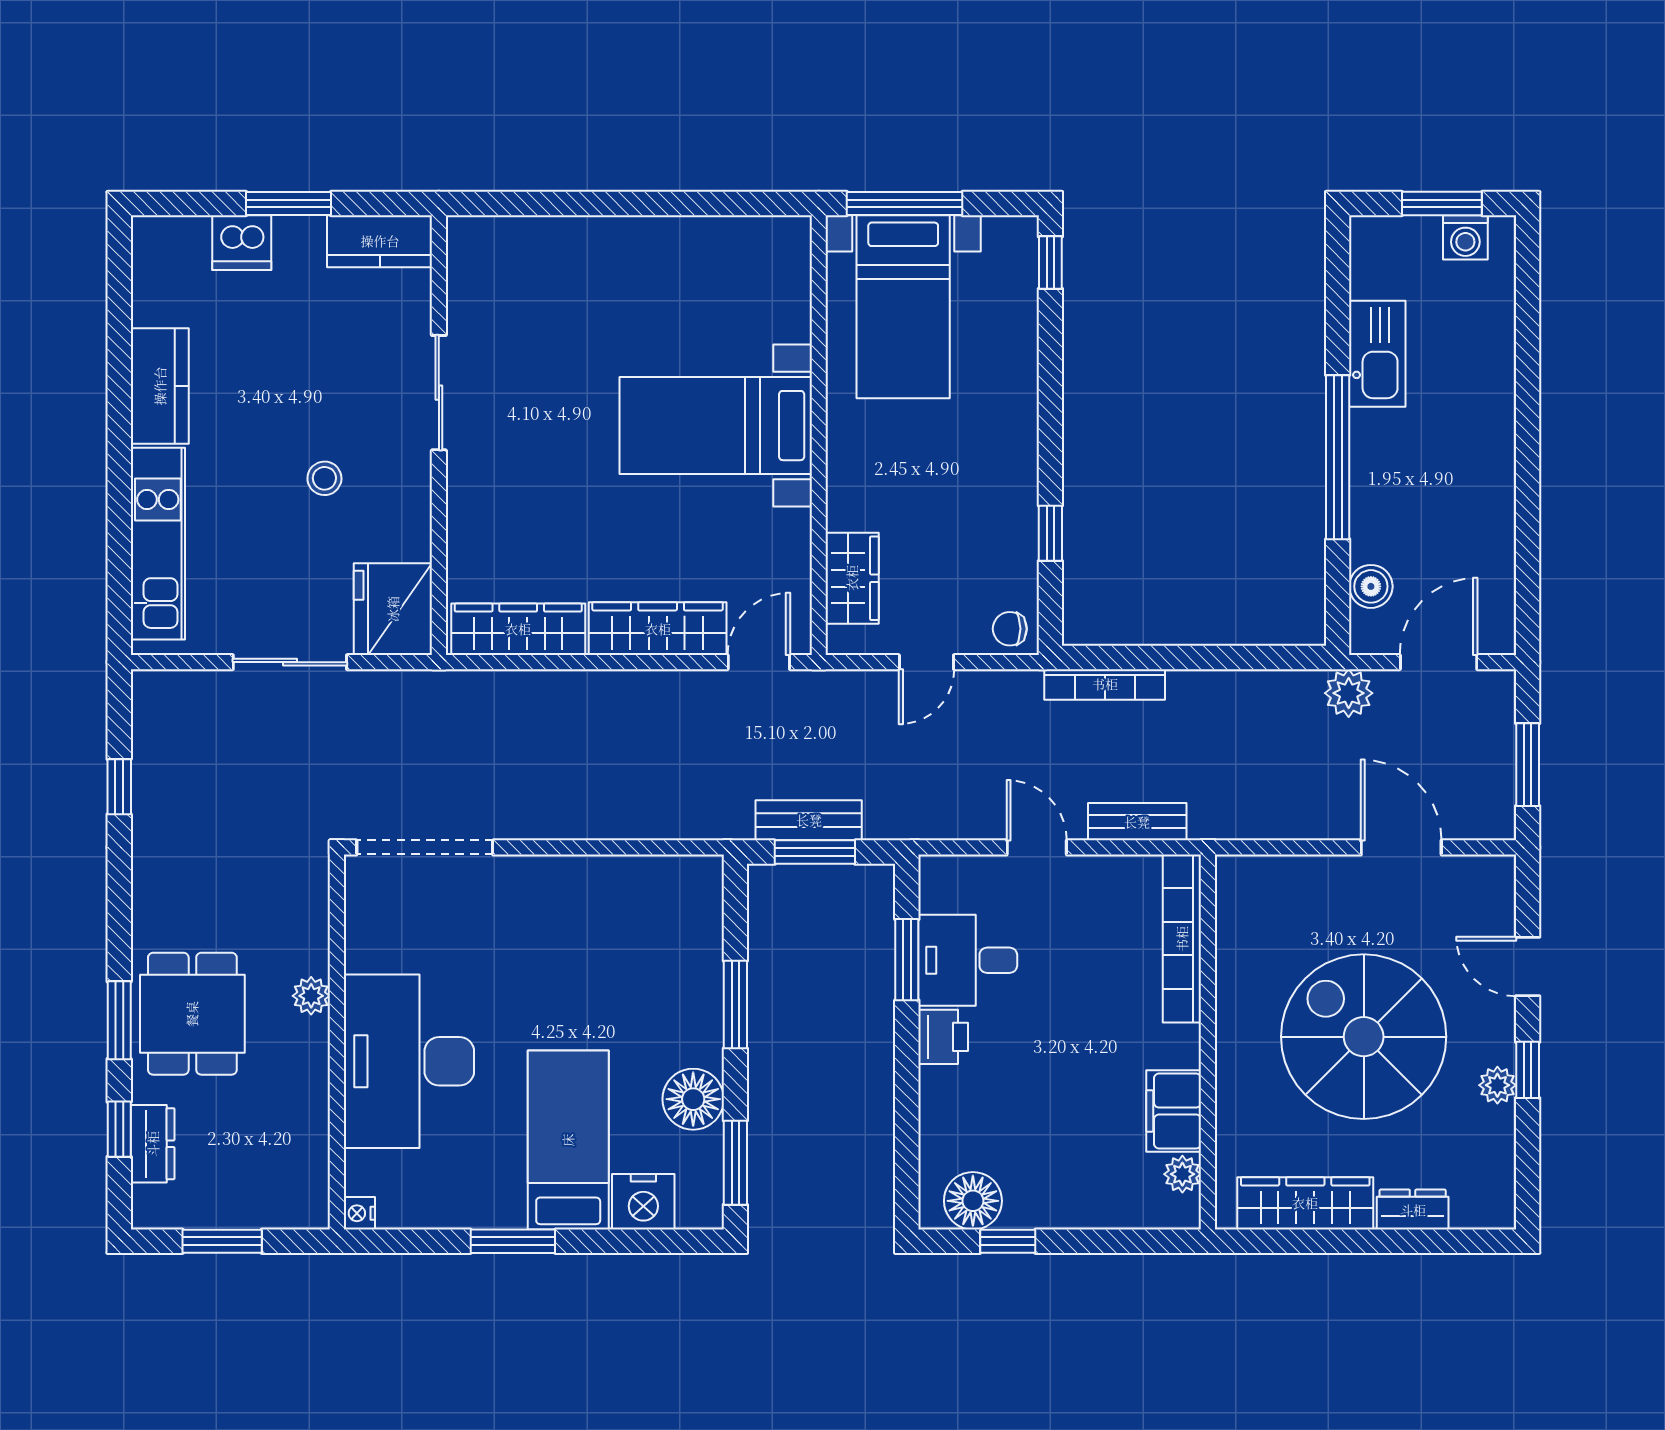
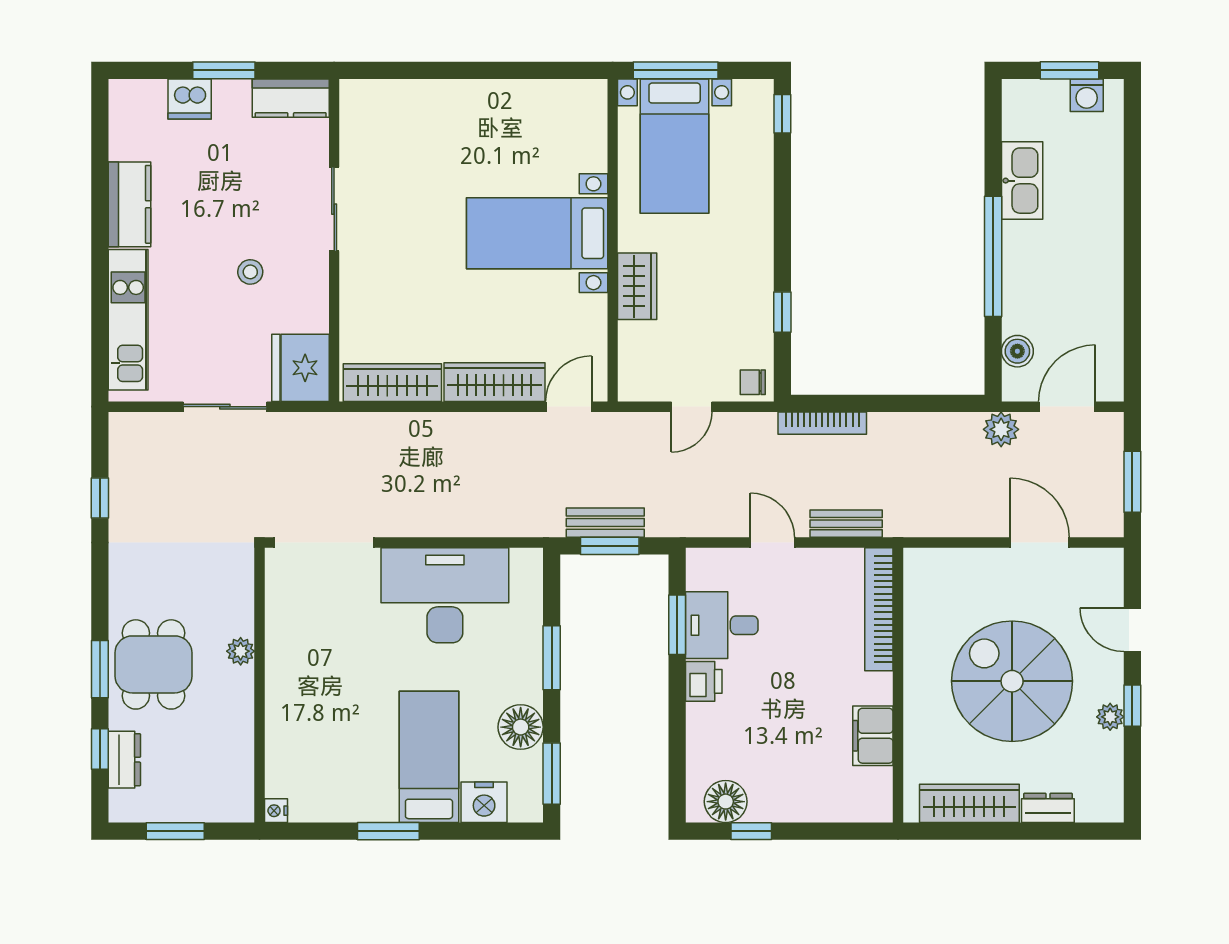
wardrobe: (852, 578) -> (637, 286), moved
desk: (409, 1061) -> (445, 595), moved, turned 90
plant: (1182, 1174) -> (879, 782), removed

